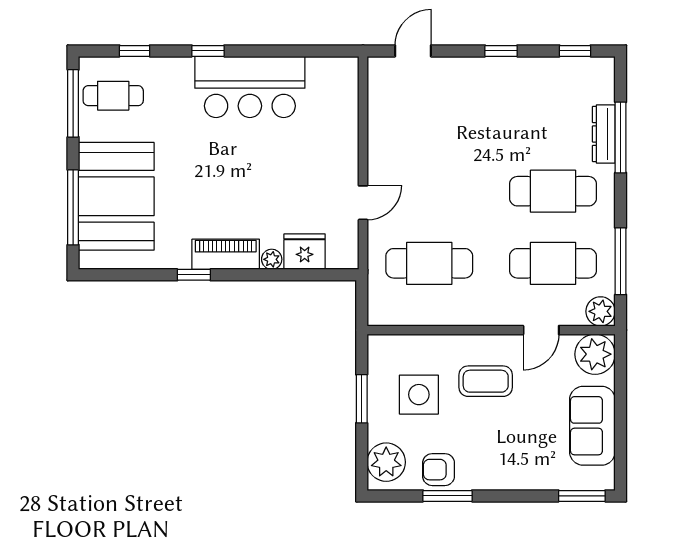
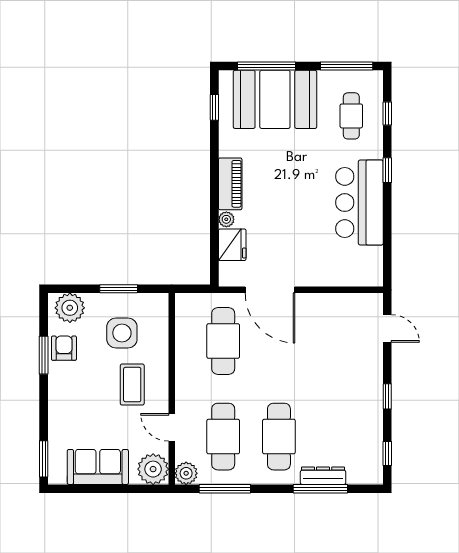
cafe table: (113, 96) -> (351, 116), moved
door: (363, 203) -> (270, 290), width x1.87
window: (194, 275) -> (214, 107), moved

